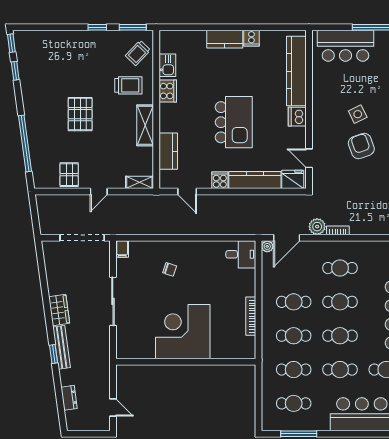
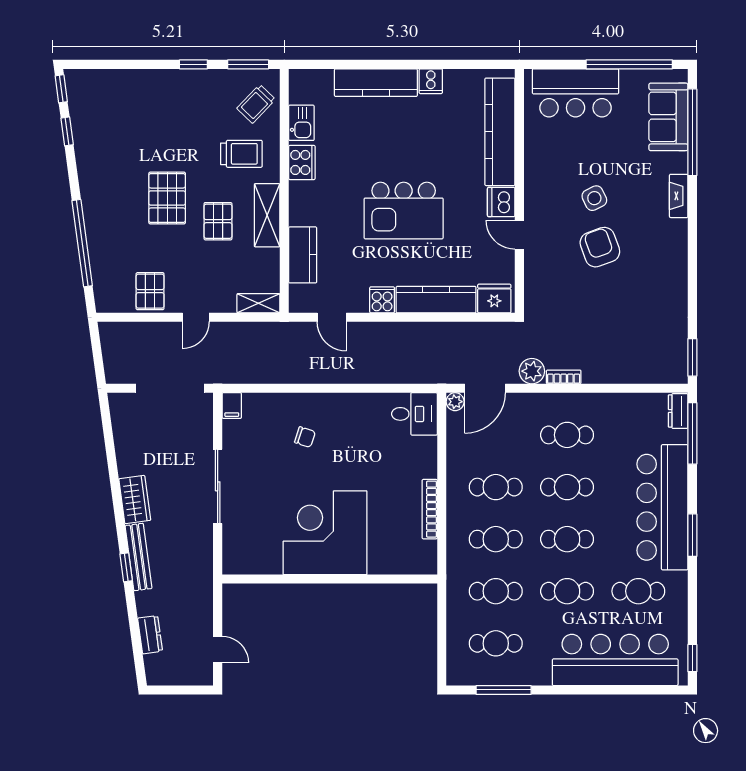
kitchen counter: (225, 39) -> (376, 83), width x1.50
kitchen island: (234, 122) -> (404, 211), turned 90
pallet: (113, 129) -> (218, 221), added
door: (309, 158) -> (519, 235), moved

